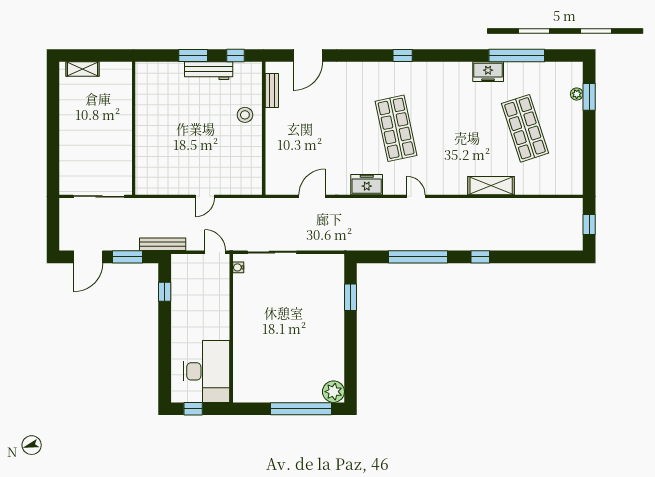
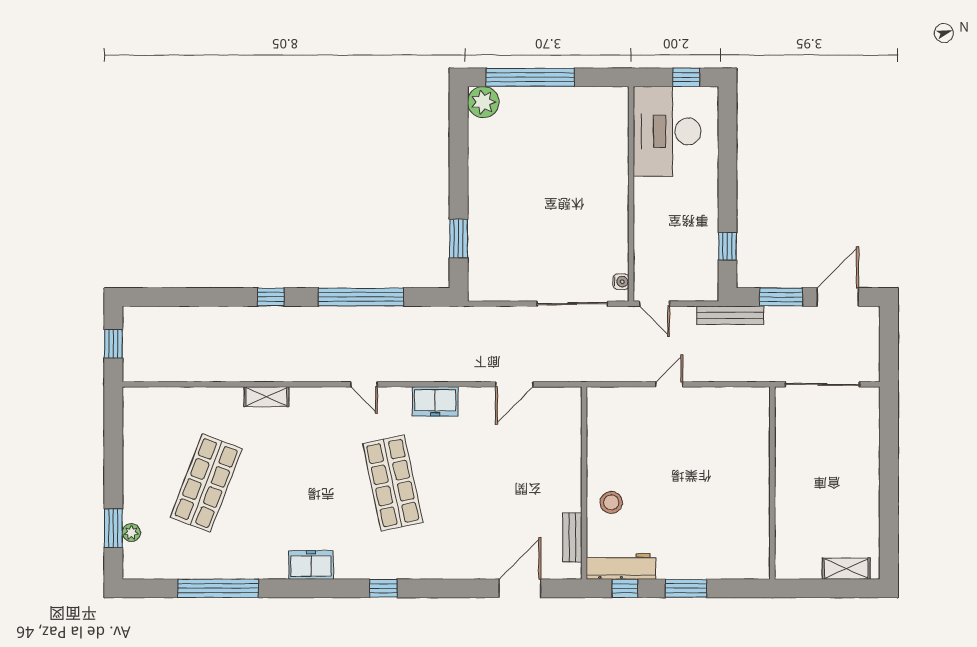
workbench: (209, 71) -> (621, 566), moved
freezer: (488, 72) -> (311, 565), moved
shop shelf: (525, 128) -> (206, 483), turned 39
shelving: (491, 186) -> (266, 397), width x0.67, depth x0.75

